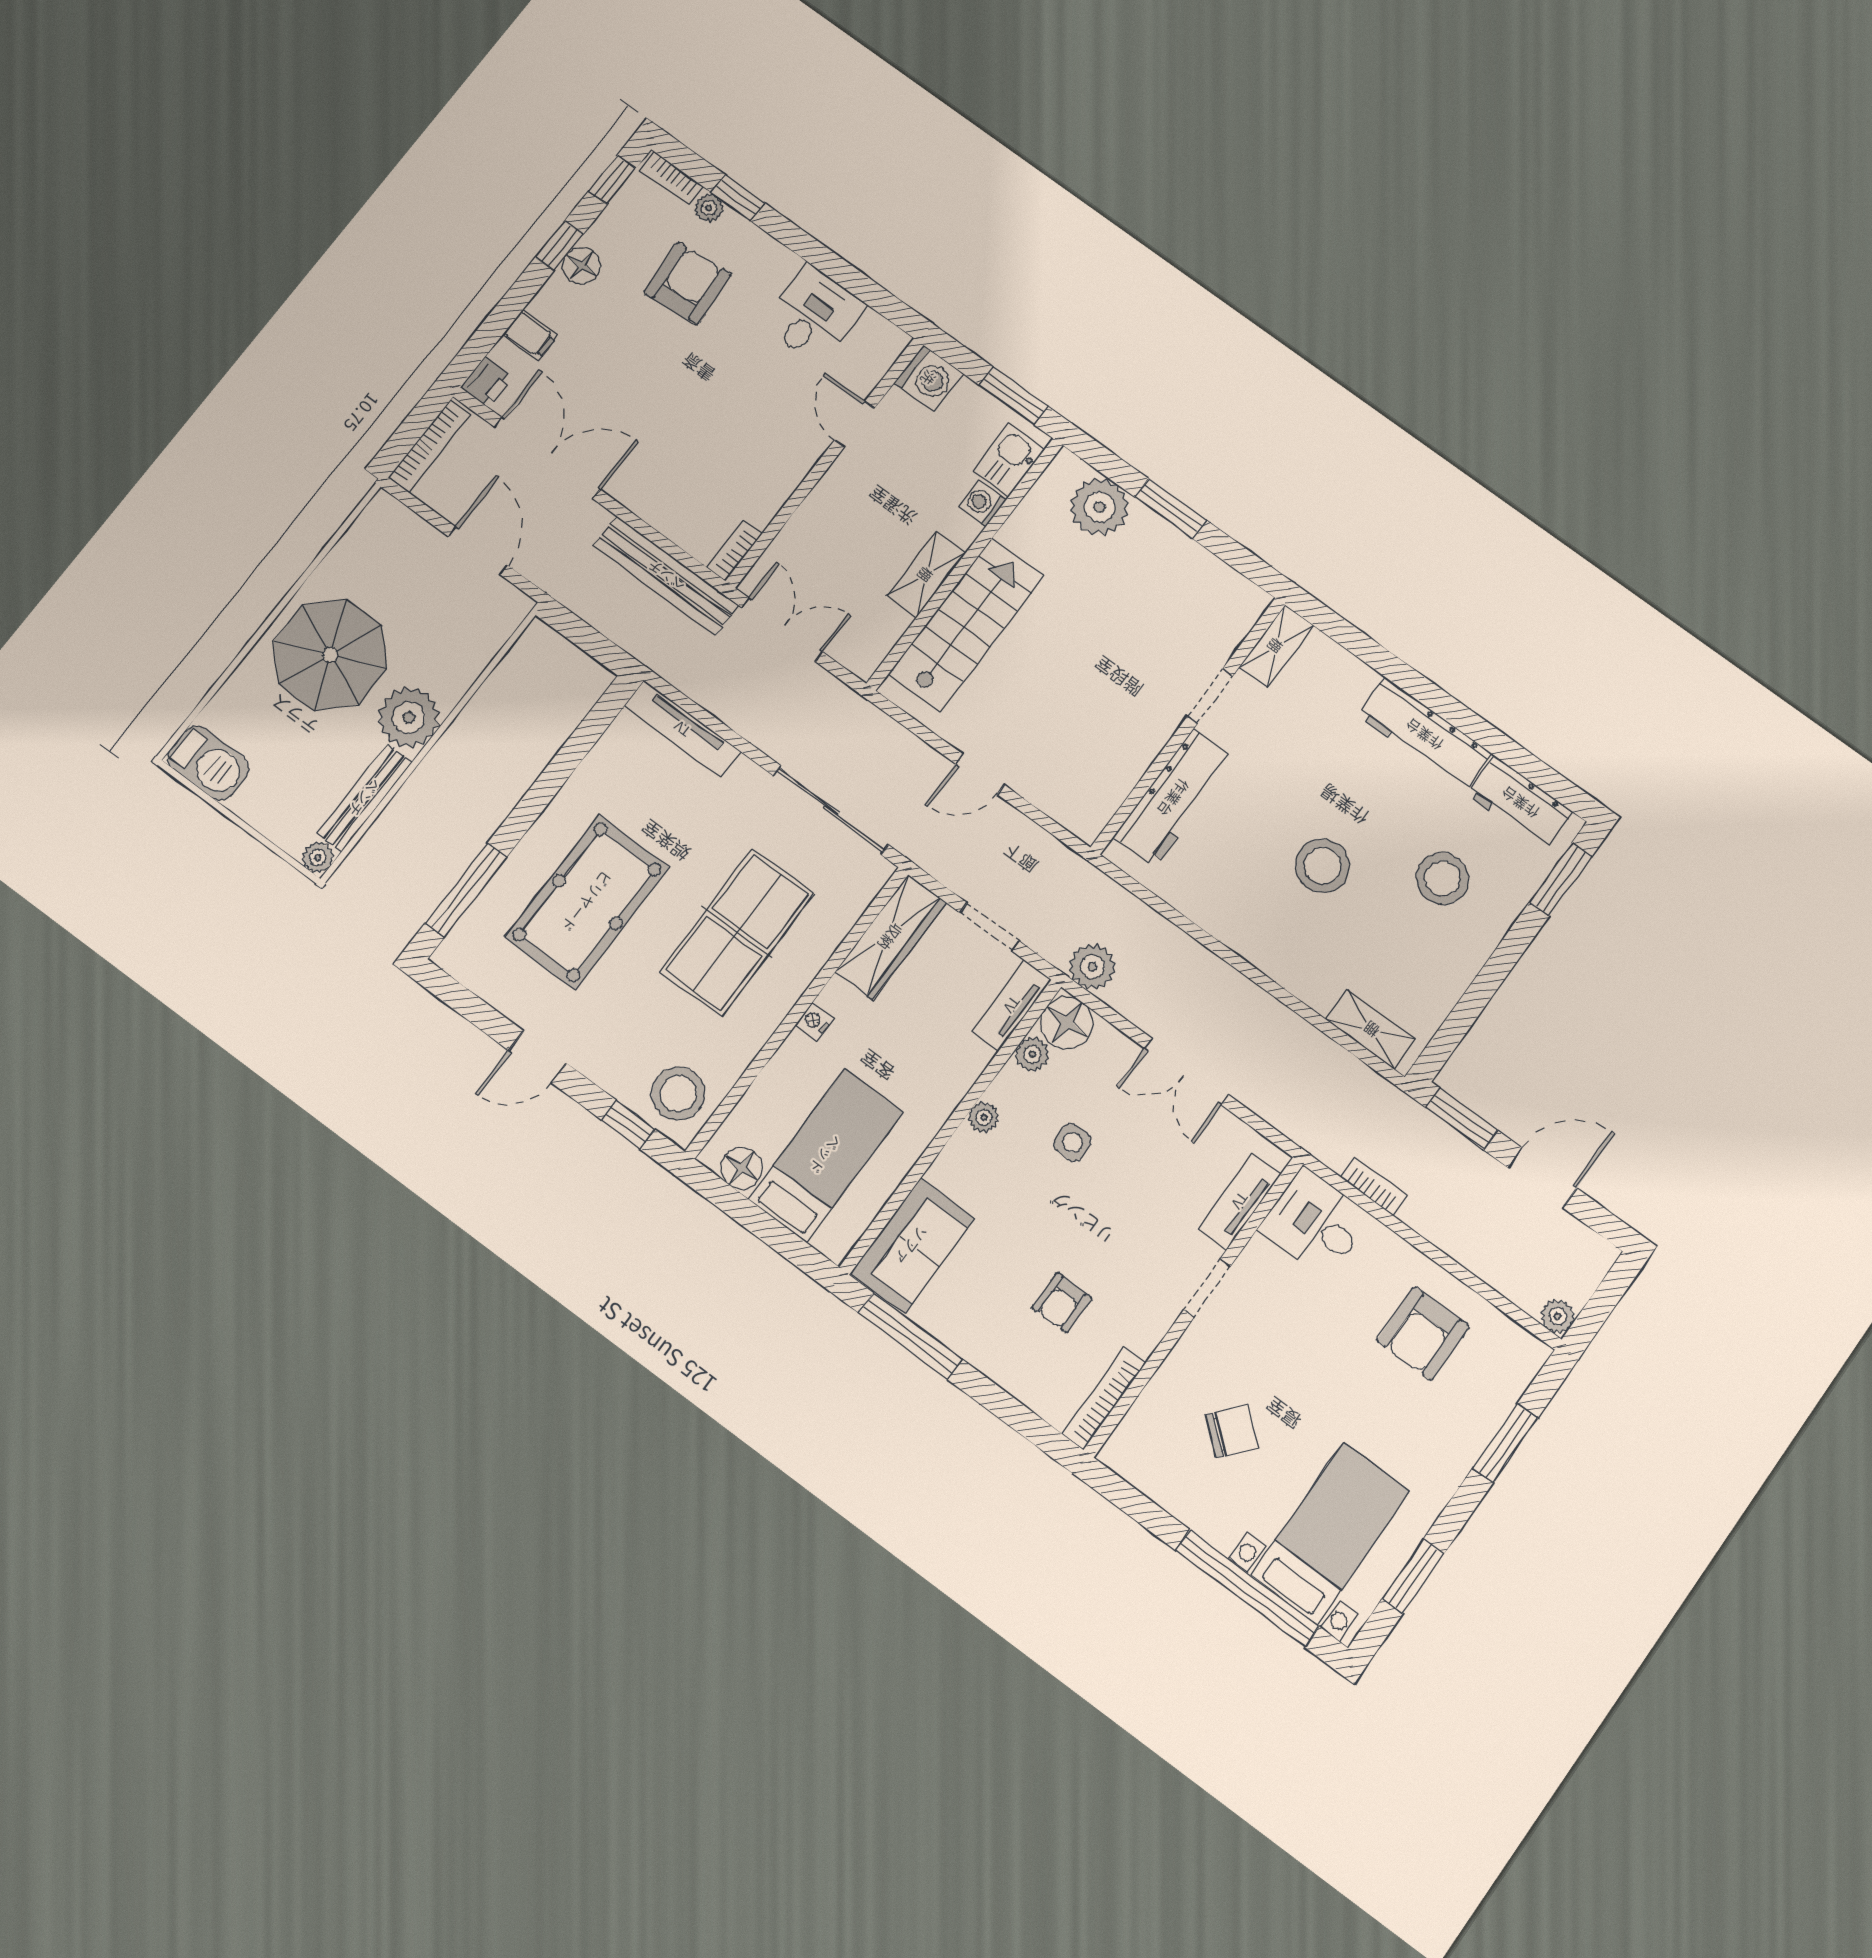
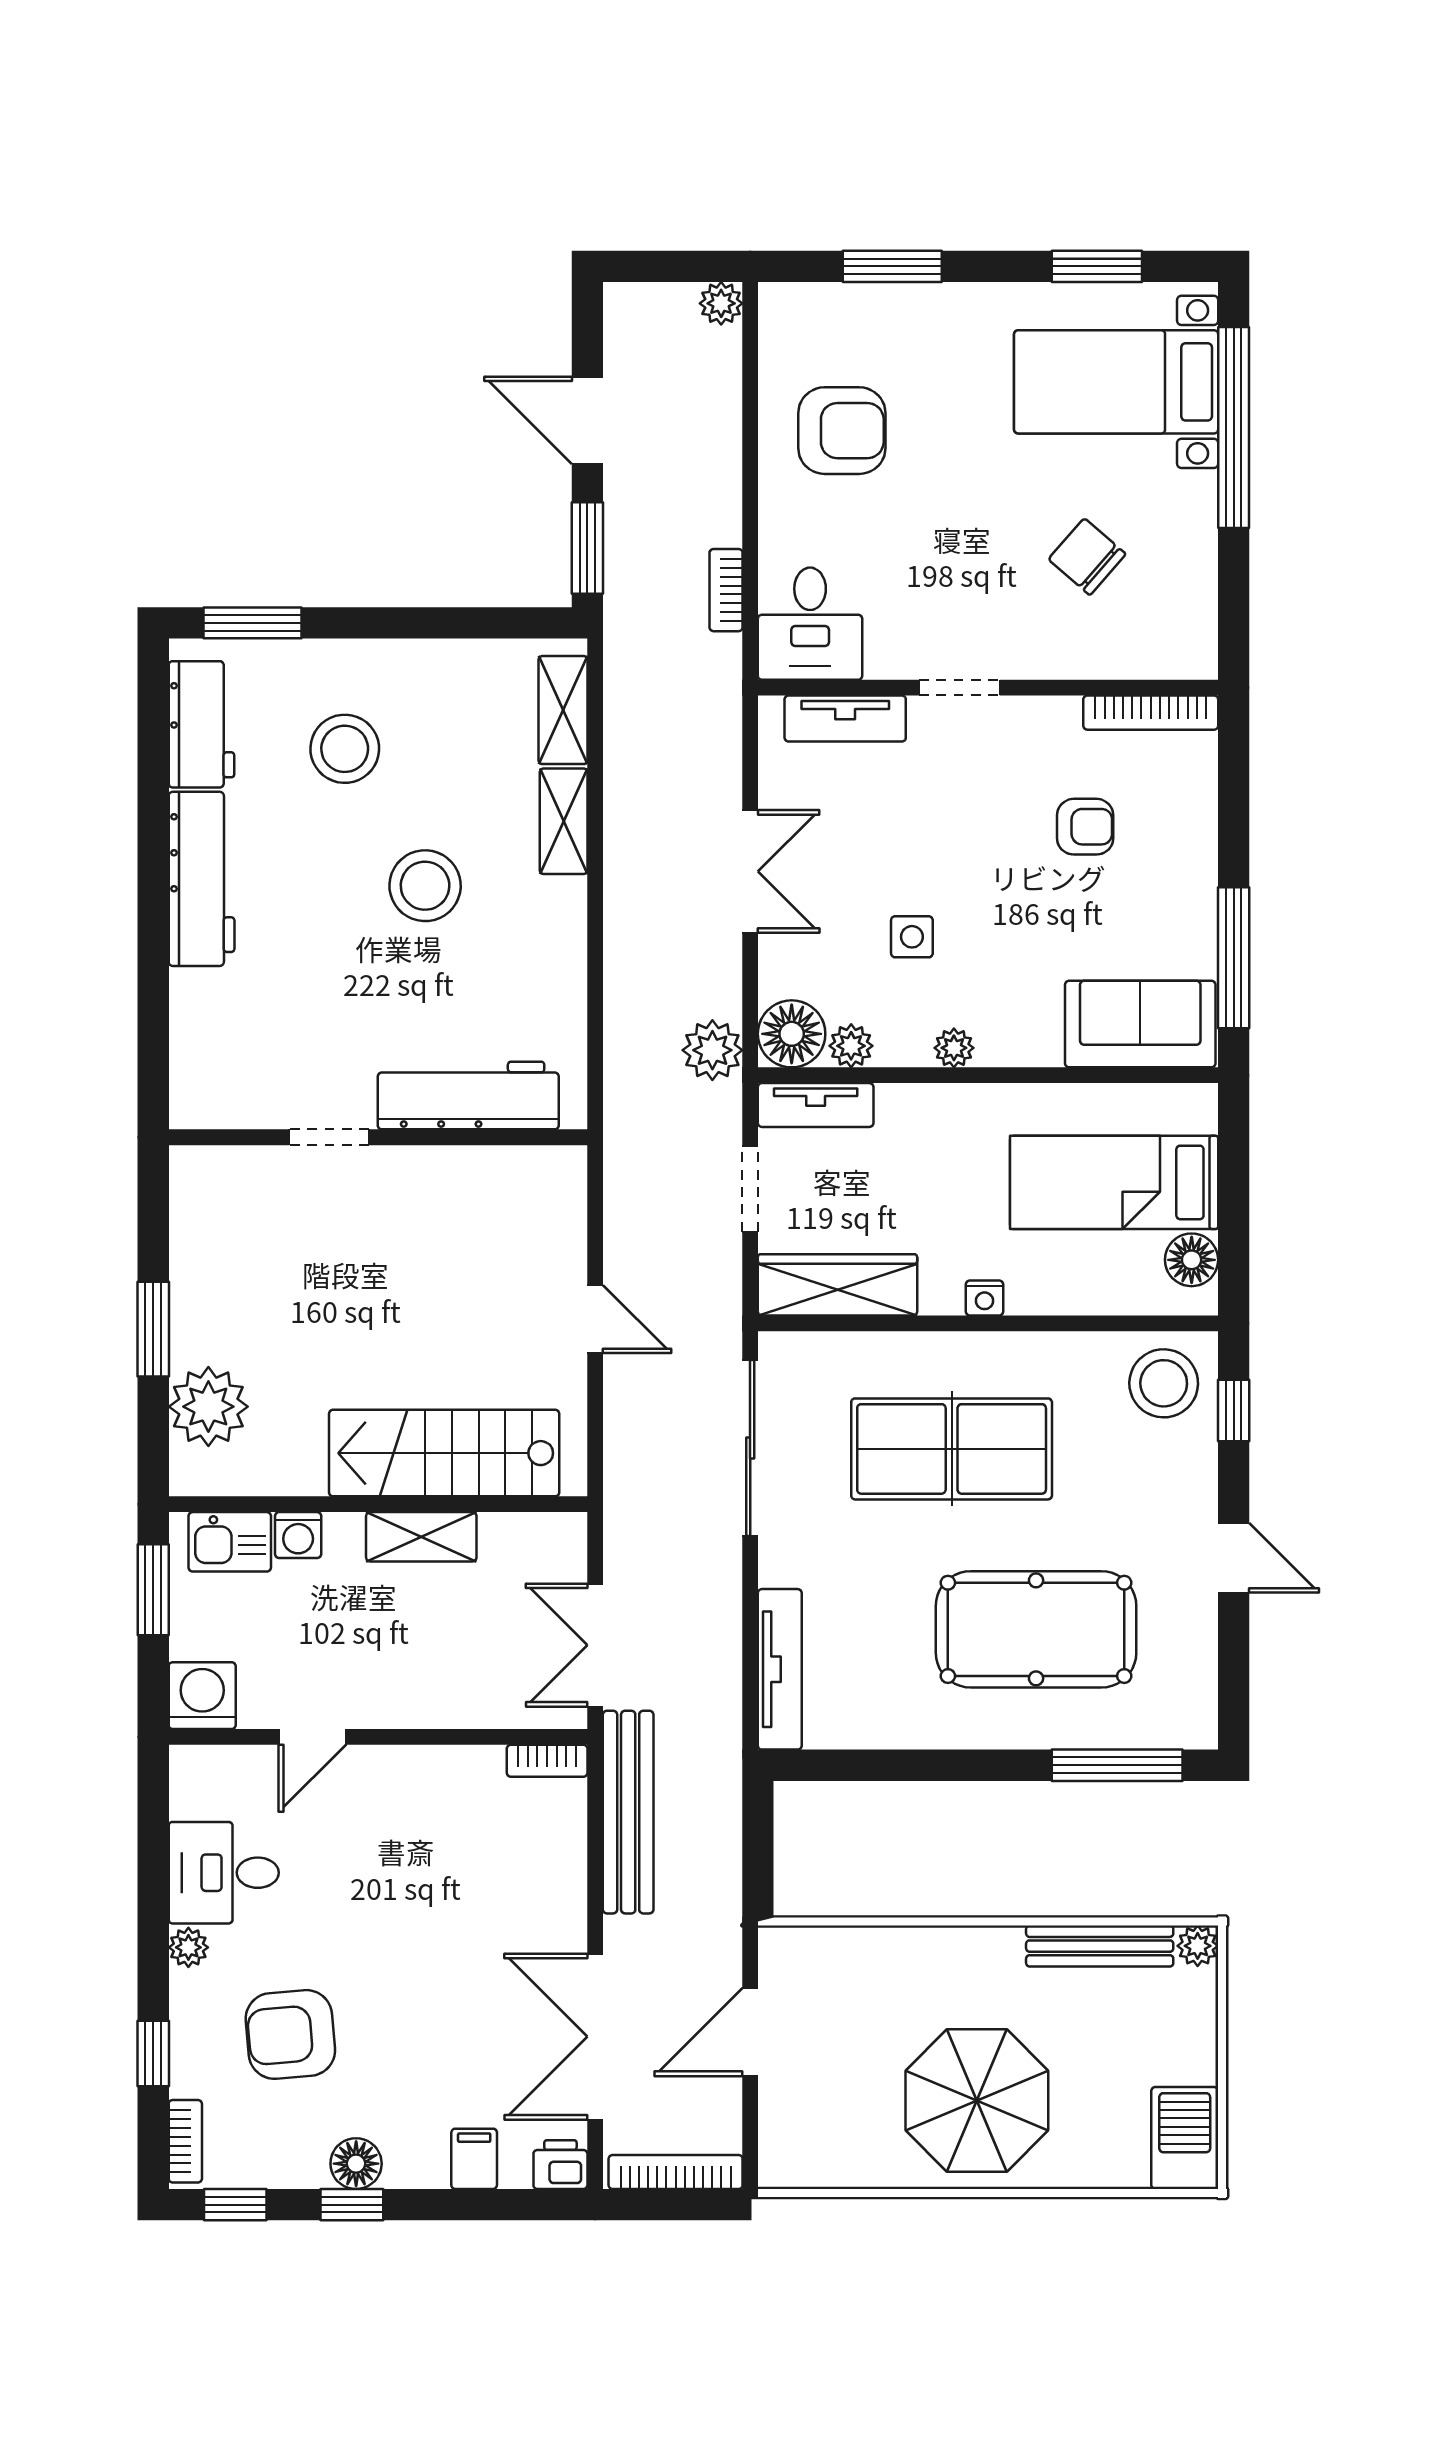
plant: (709, 208) -> (188, 1947), moved
shelving: (1276, 646) -> (564, 821), moved, turned 90
plant: (409, 717) -> (982, 1966), removed

